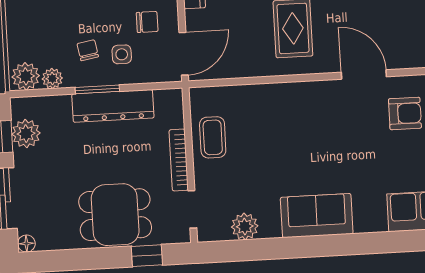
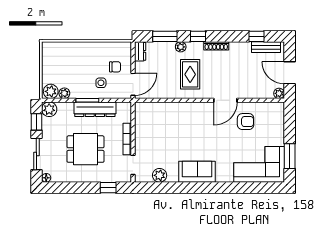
chair: (88, 50) -> (83, 80), removed
door: (364, 74) -> (225, 100), swing flipped
plant: (26, 134) -> (49, 109), moved
coffee table: (213, 137) -> (146, 128), removed
dining table: (115, 215) -> (86, 149), moved

